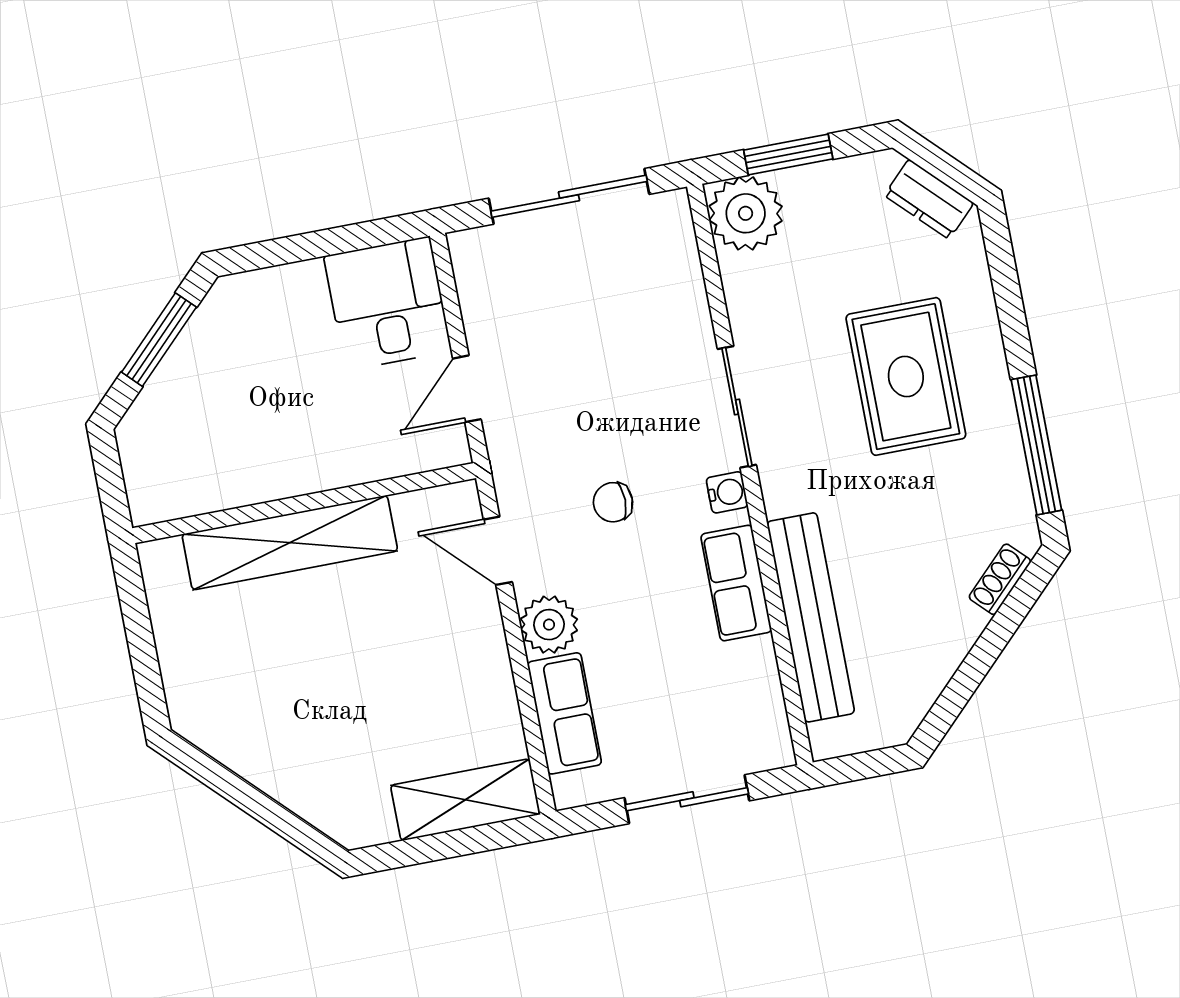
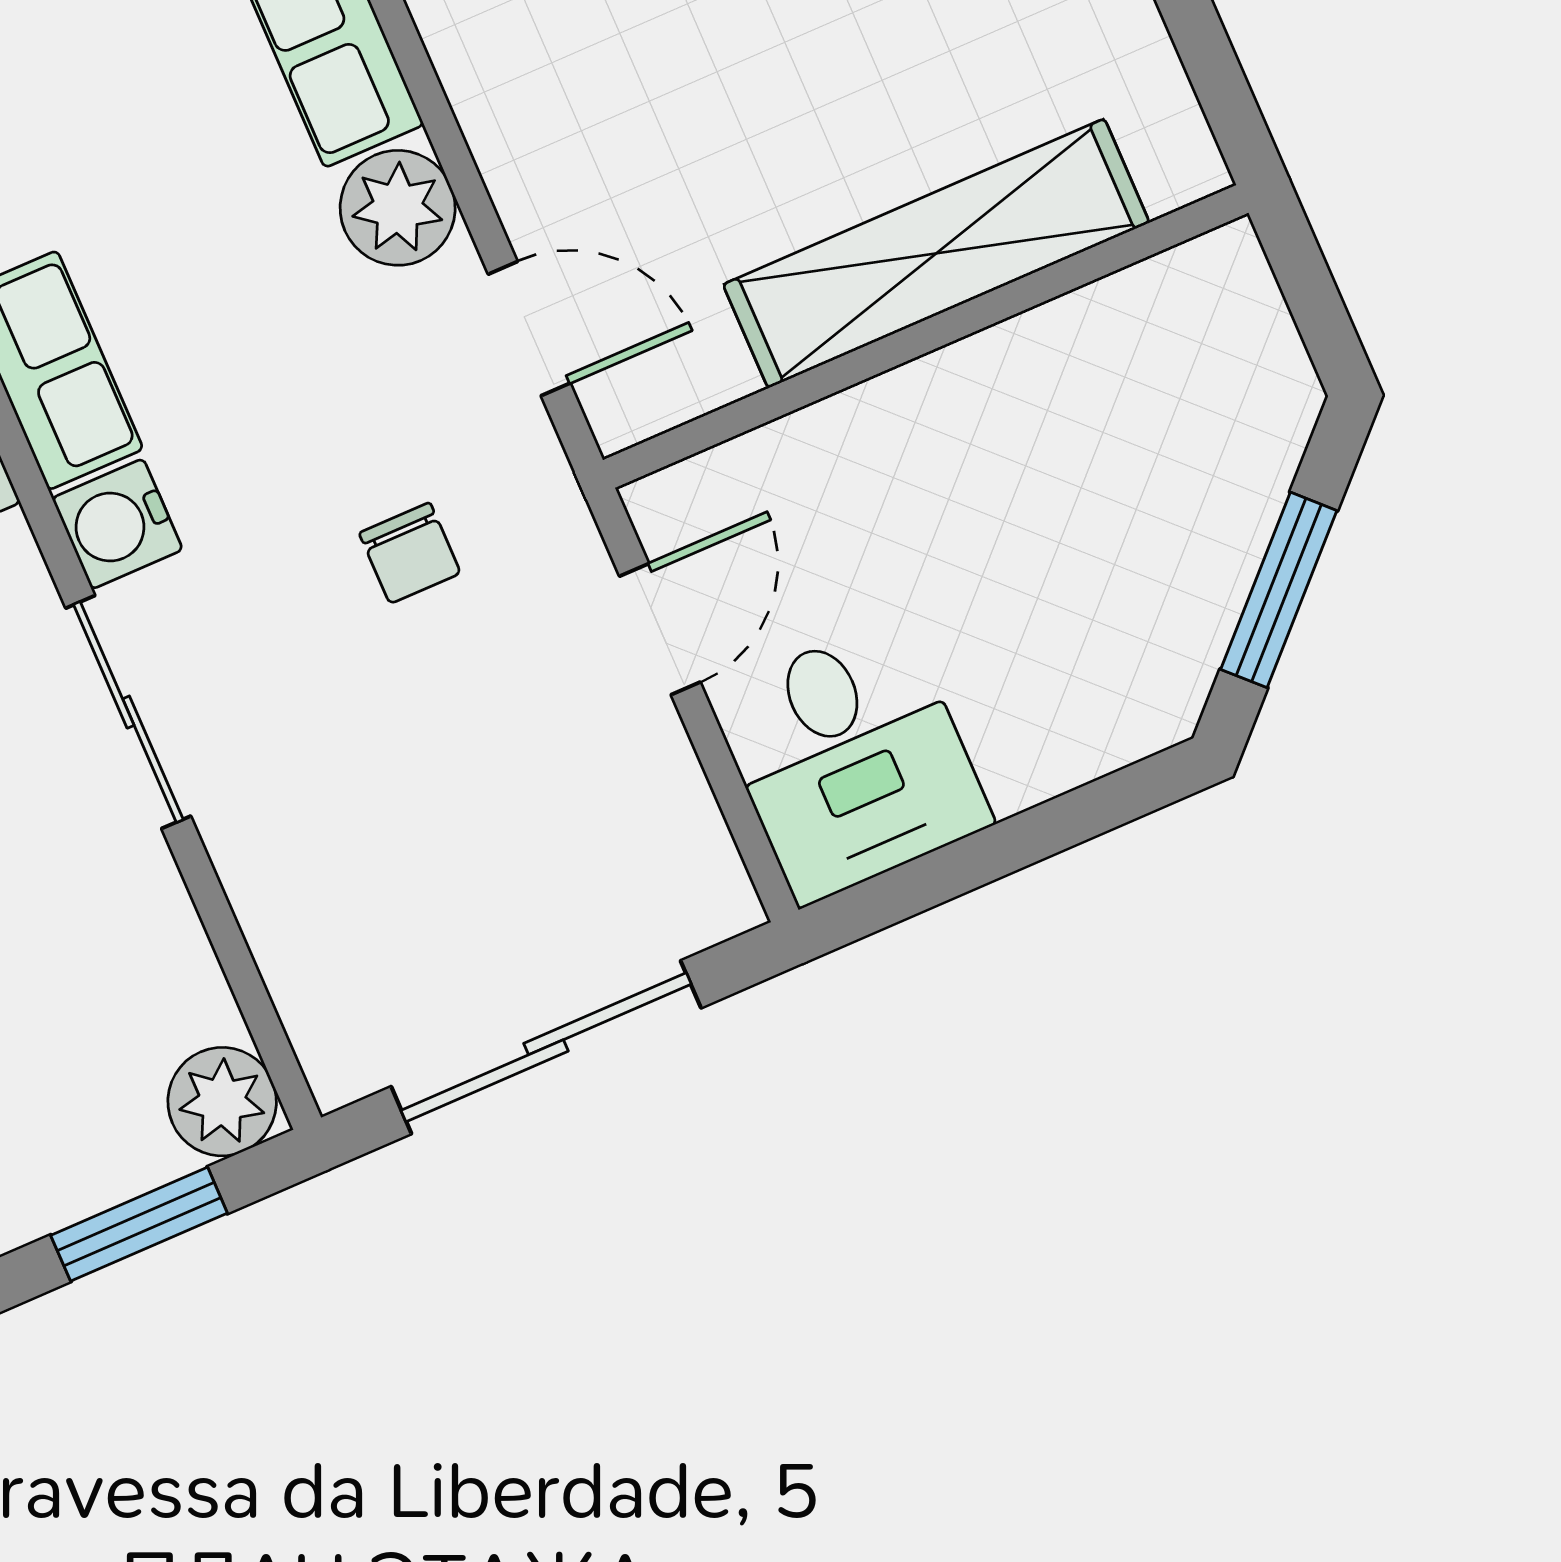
plant: (746, 213) -> (222, 1102), width x0.73, depth x0.73
water cooler: (727, 492) -> (117, 524), width x1.38, depth x1.38
chair: (613, 502) -> (410, 553), moved, turned 90

